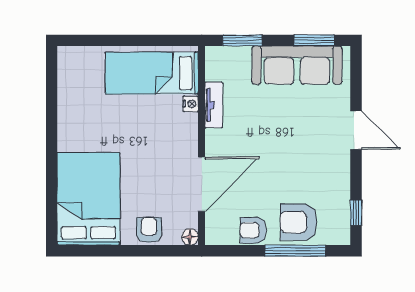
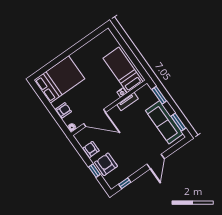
window: (295, 251) -> (94, 171), width x0.46

